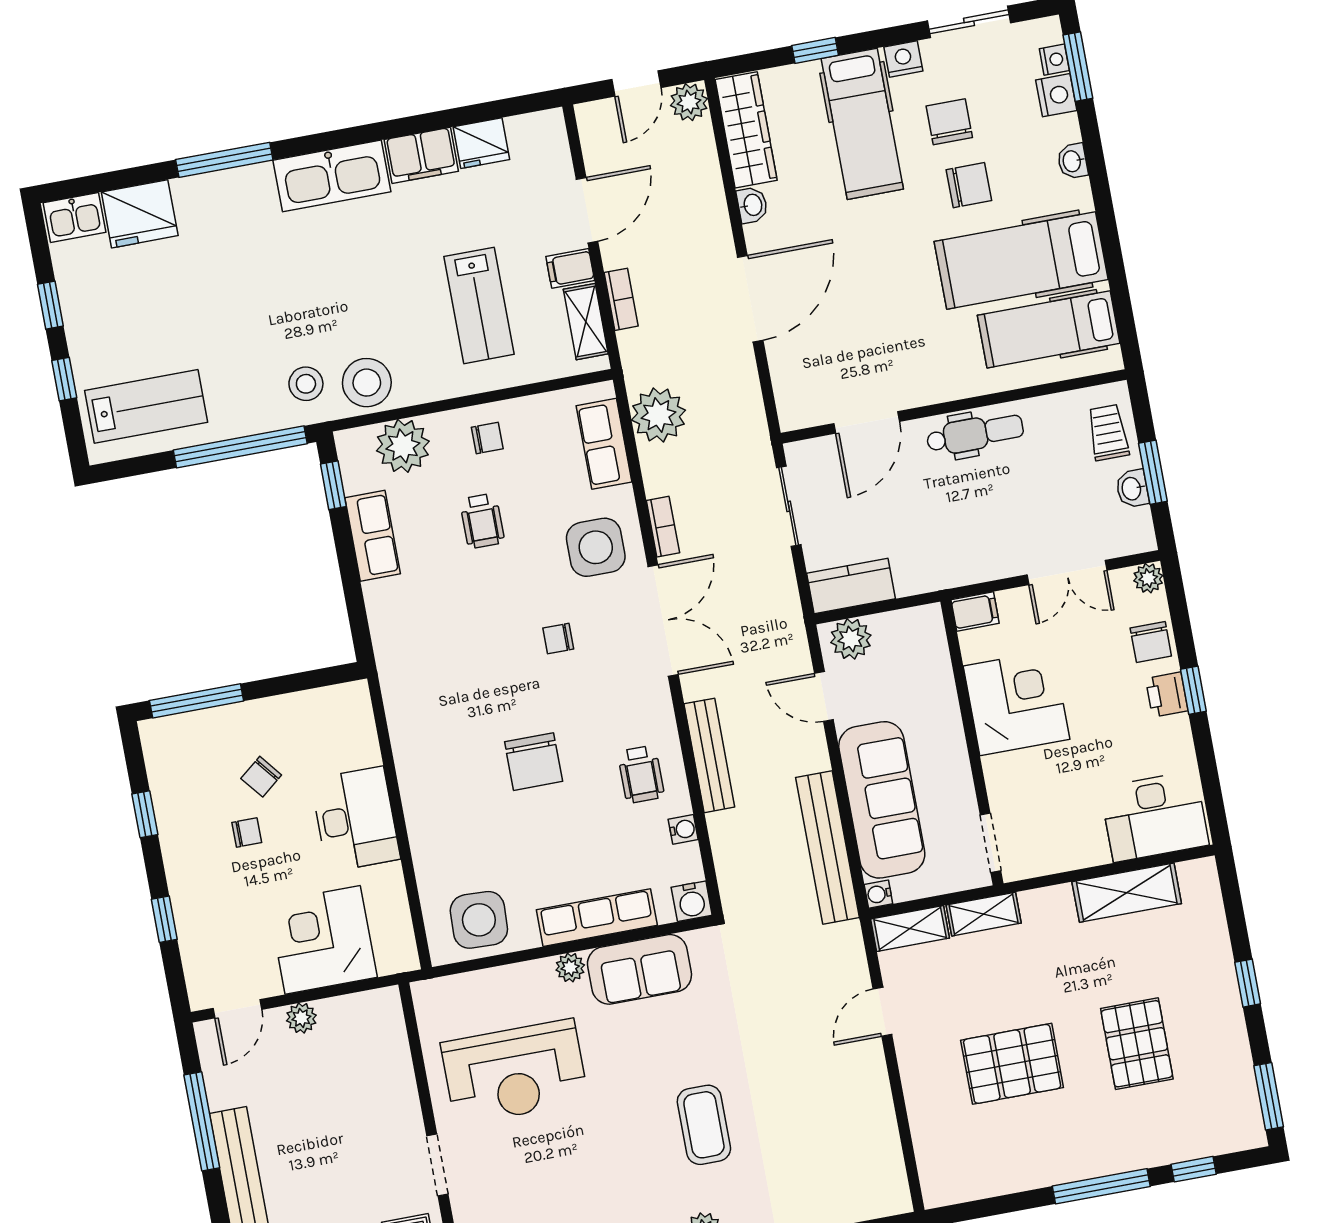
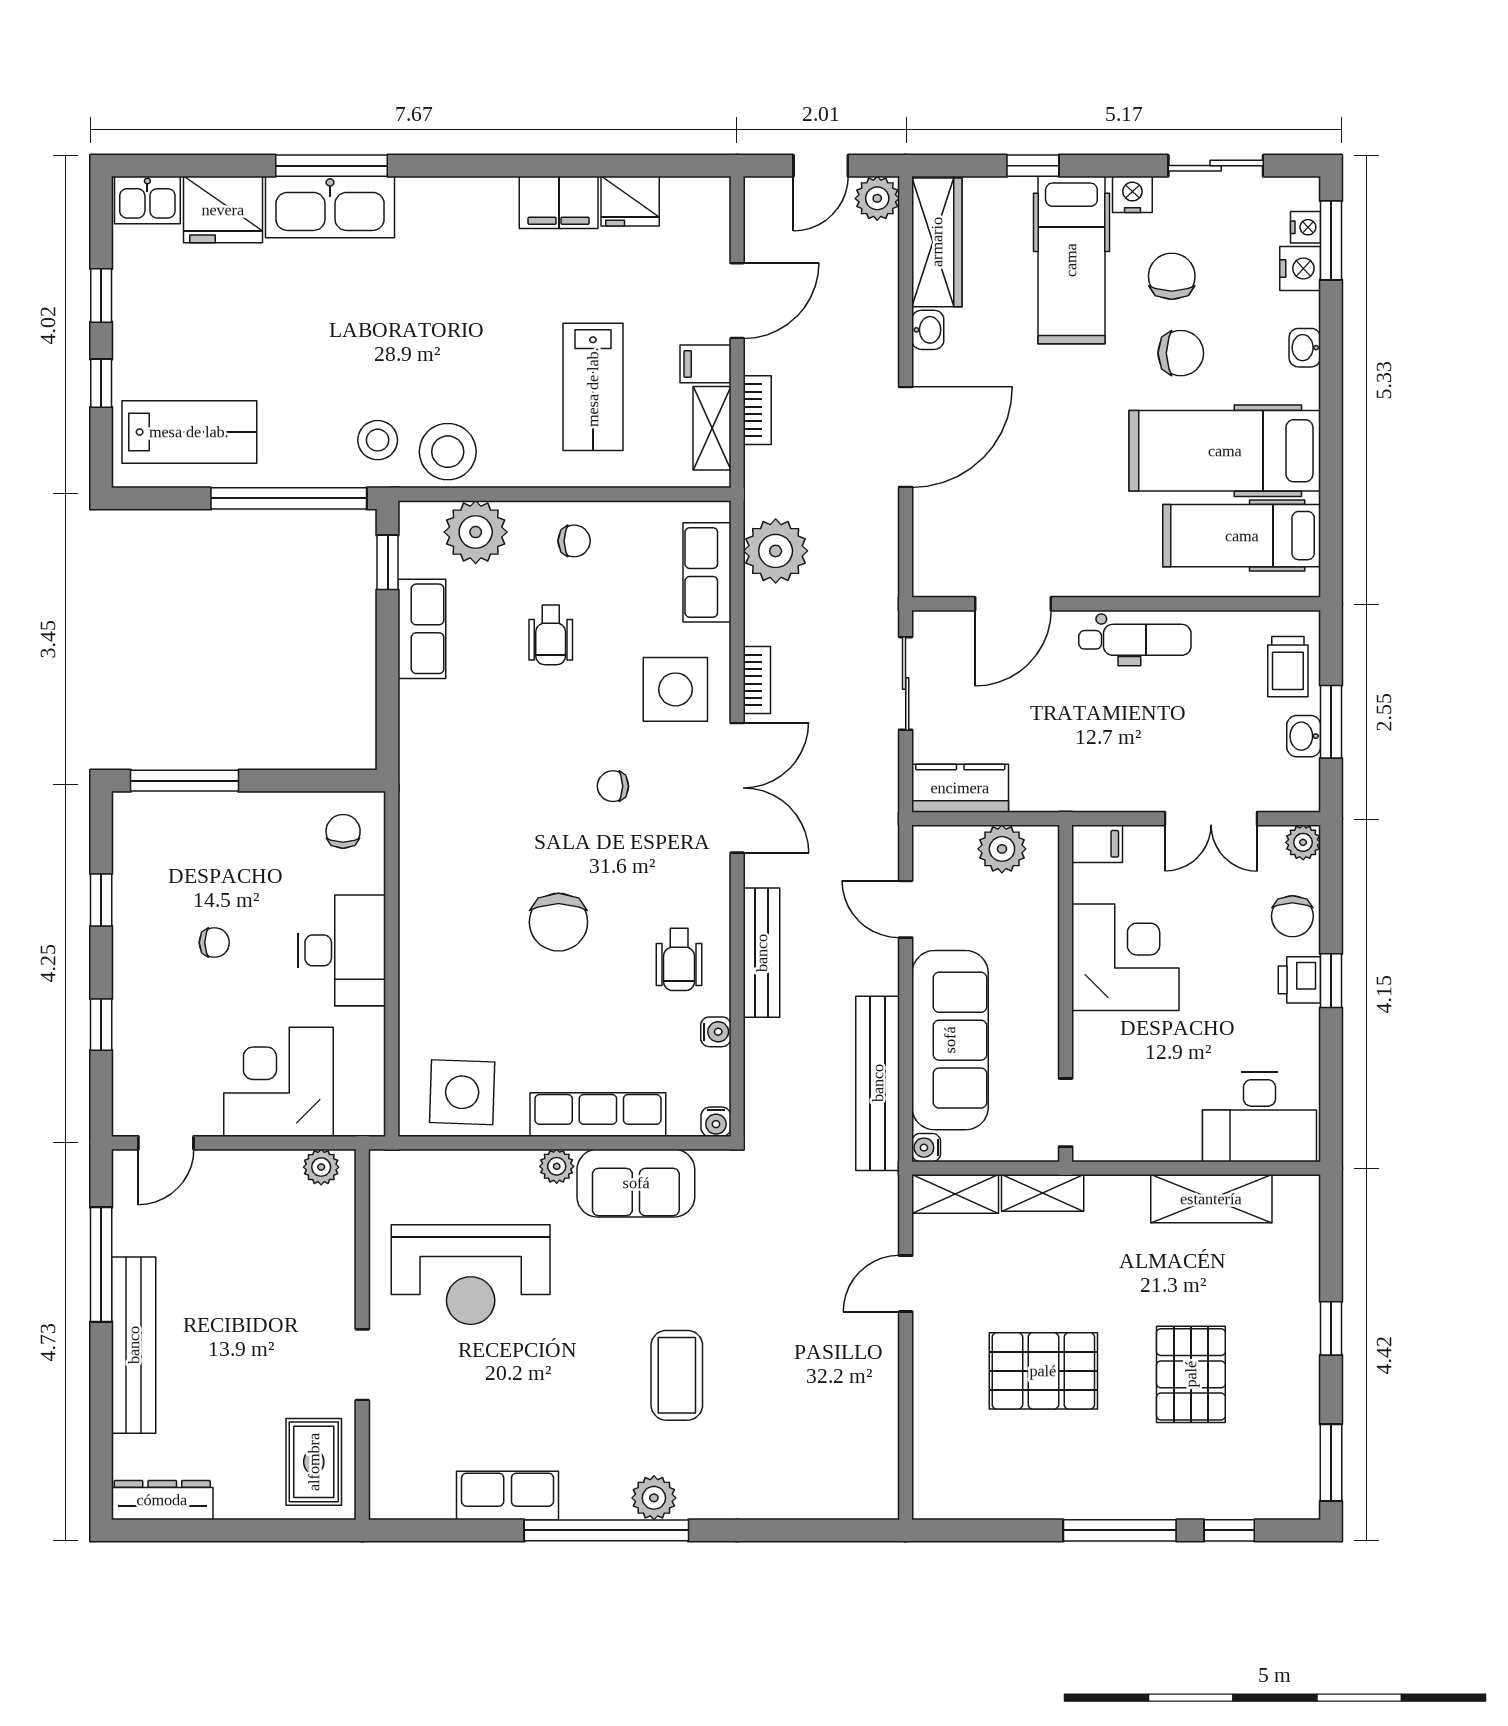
kitchen sink: (332, 176) -> (330, 207), moved
trolley: (1108, 433) -> (1288, 667), turned 180
plant: (851, 639) -> (1002, 849), moved
chair: (261, 777) -> (343, 831), moved, turned 129
water cooler: (692, 901) -> (716, 1122), width x0.72, depth x0.72
plant: (301, 1018) -> (321, 1167), moved

